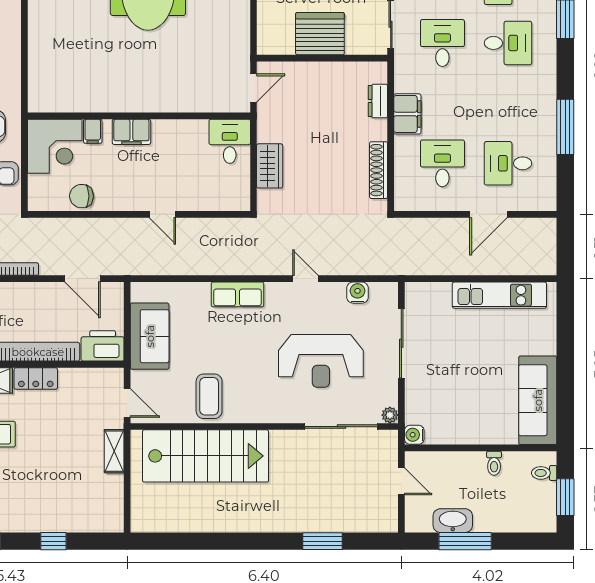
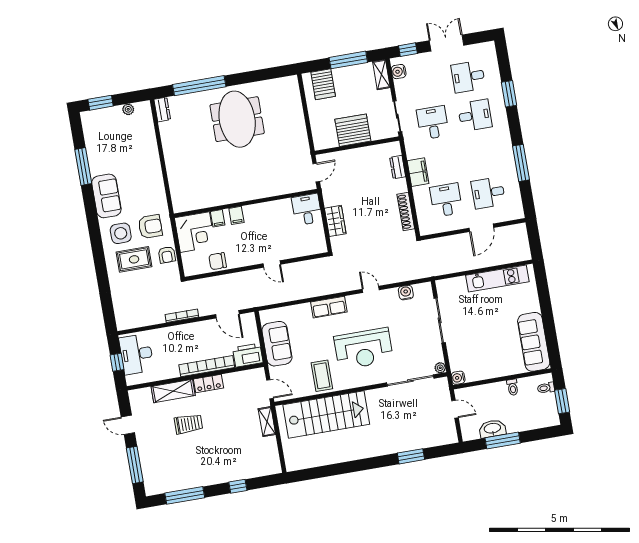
filing cabinet: (131, 132) -> (236, 215), width x0.50
reception desk: (321, 361) -> (364, 349), moved

